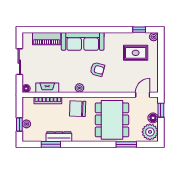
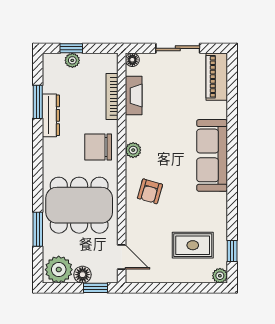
piano: (47, 39) -> (217, 77), moved
rug: (136, 53) -> (193, 245), turned 90
armchair: (97, 69) -> (150, 191), moved
chair: (78, 109) -> (98, 147), turned -92

